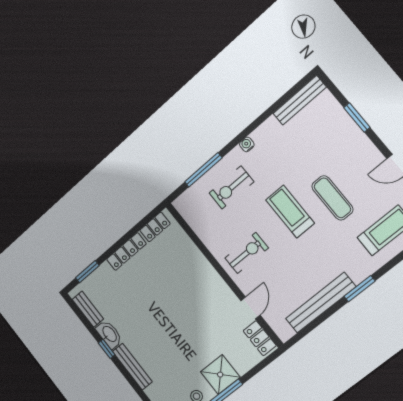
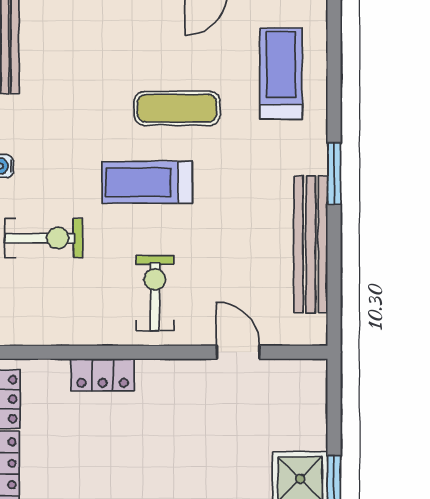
exercise bike: (231, 187) -> (44, 238), turned -90
locker: (260, 338) -> (103, 375), moved

